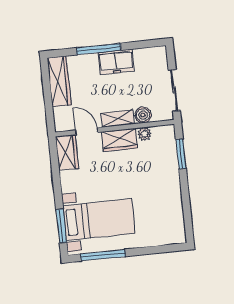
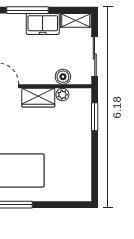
shelving: (118, 118) -> (76, 20), moved

